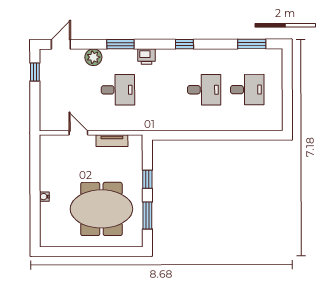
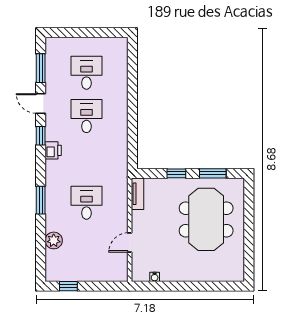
door: (61, 44) -> (41, 103), moved
plant: (93, 57) -> (54, 240), moved
printer: (146, 57) -> (53, 150), moved
tv unit: (112, 141) -> (137, 194), moved
water cooler: (44, 197) -> (155, 277), moved

